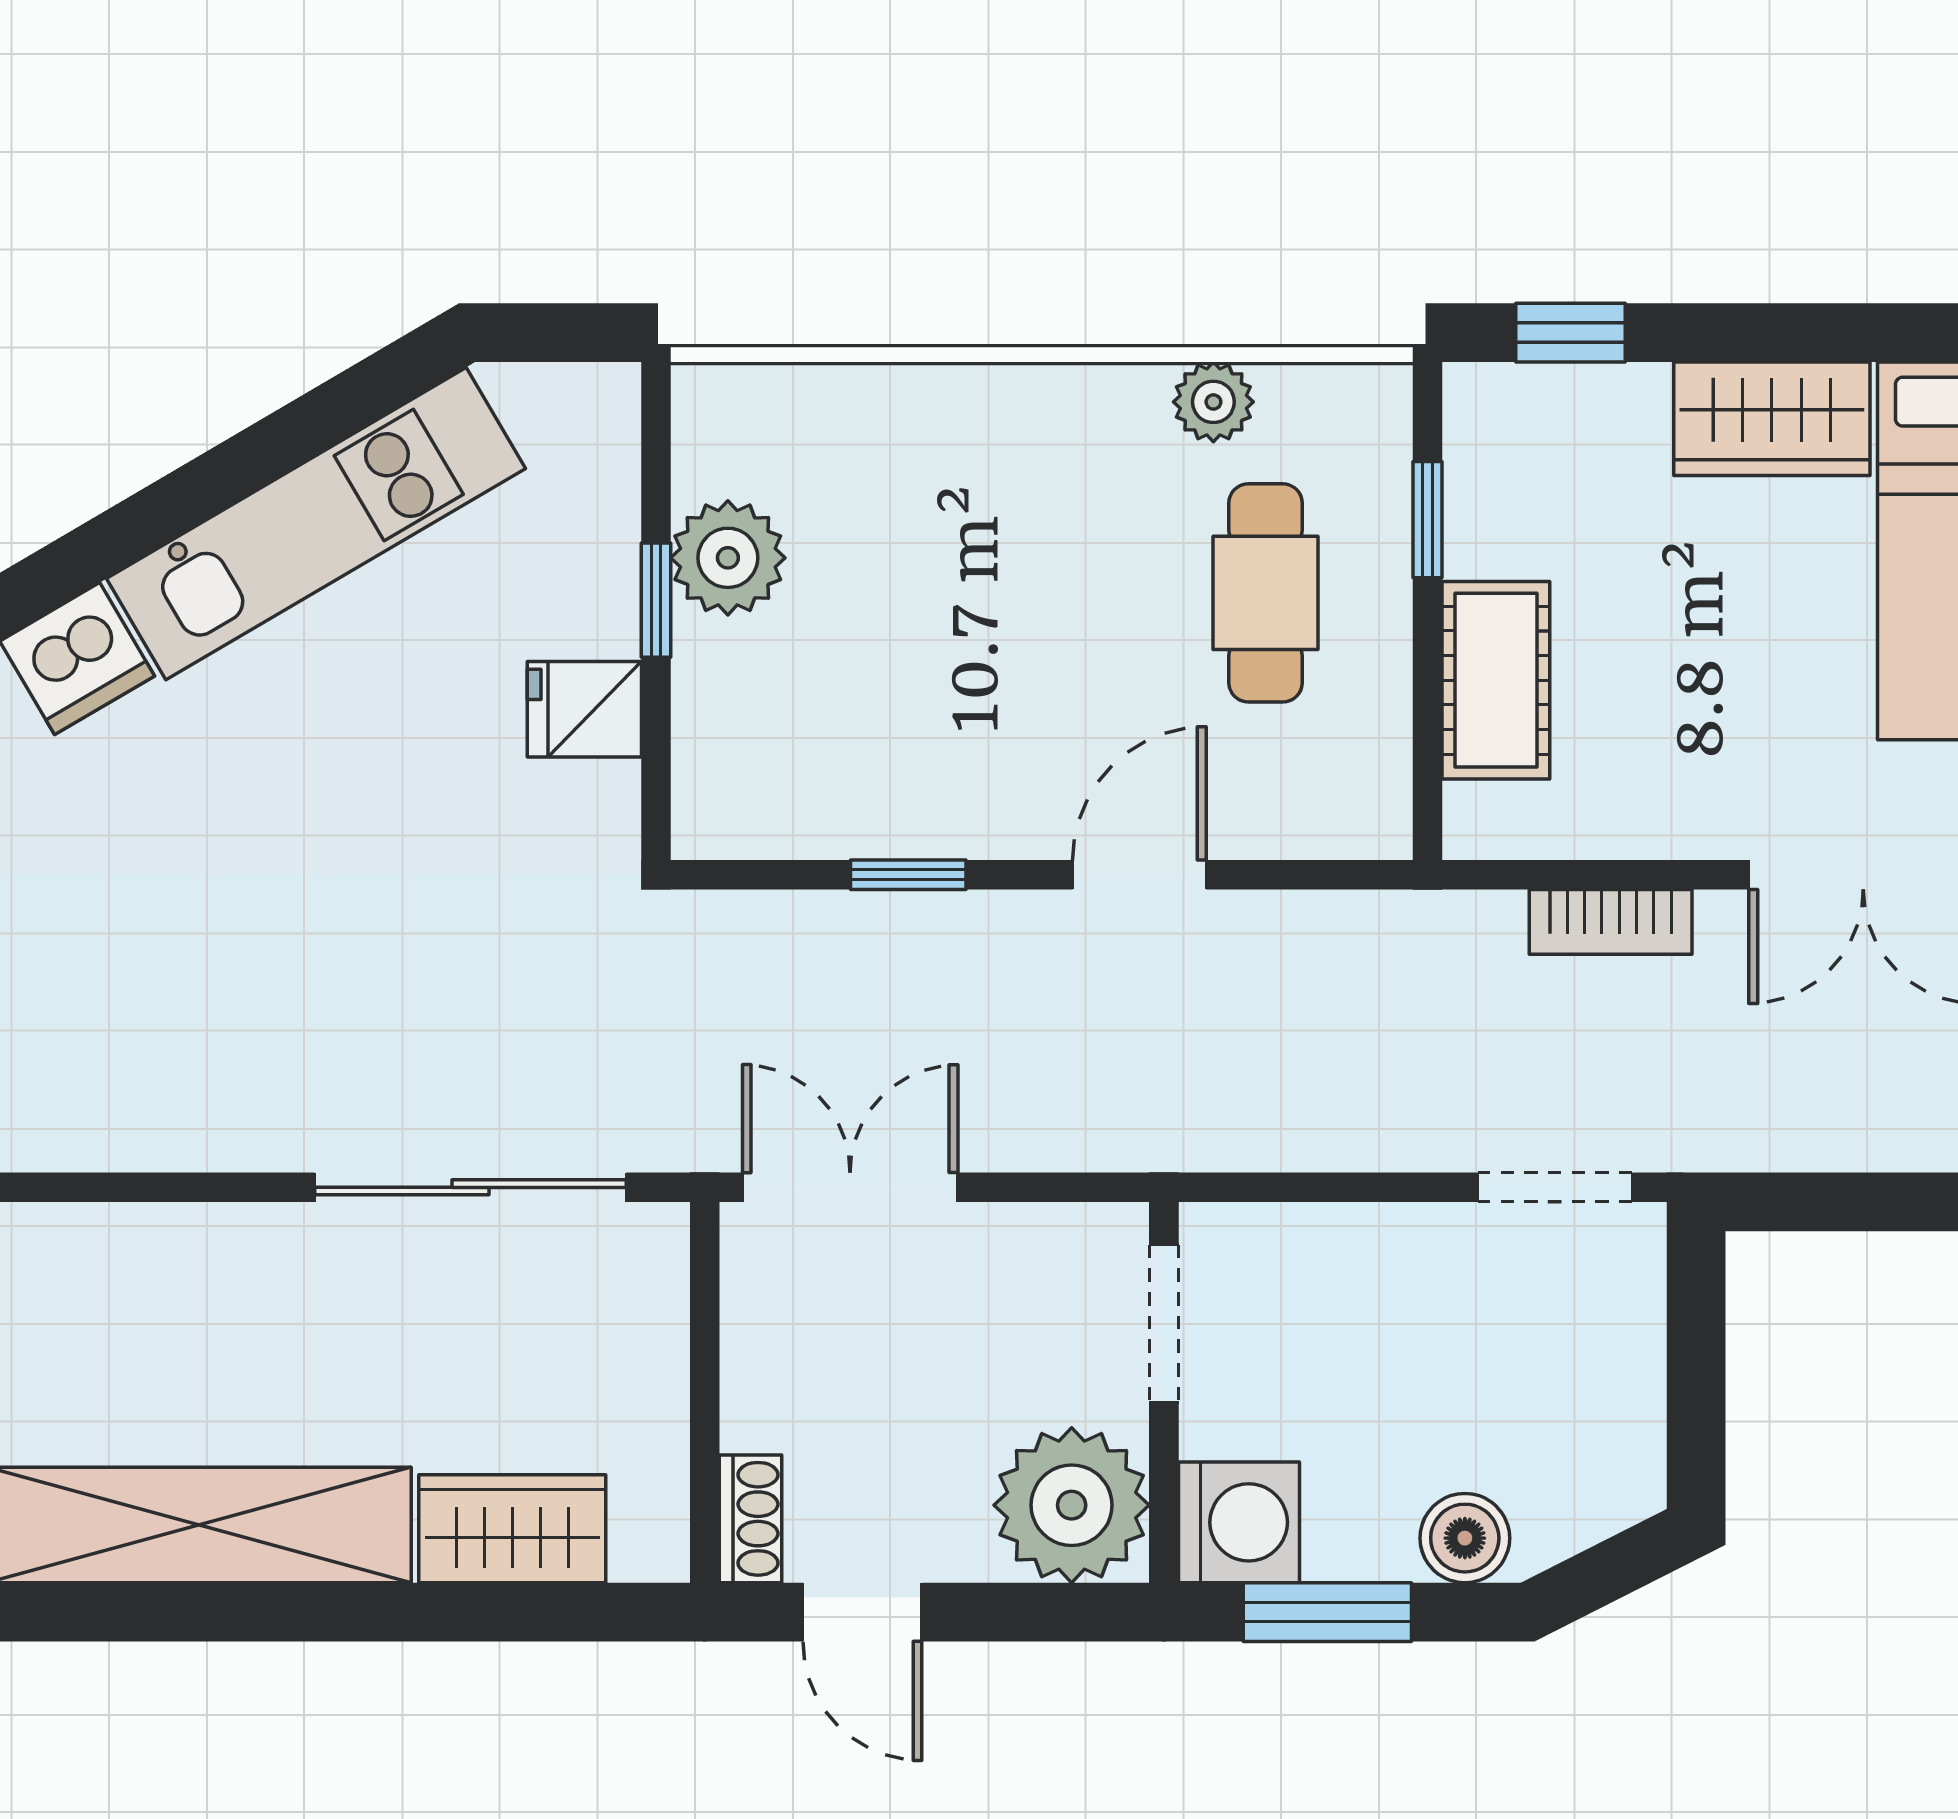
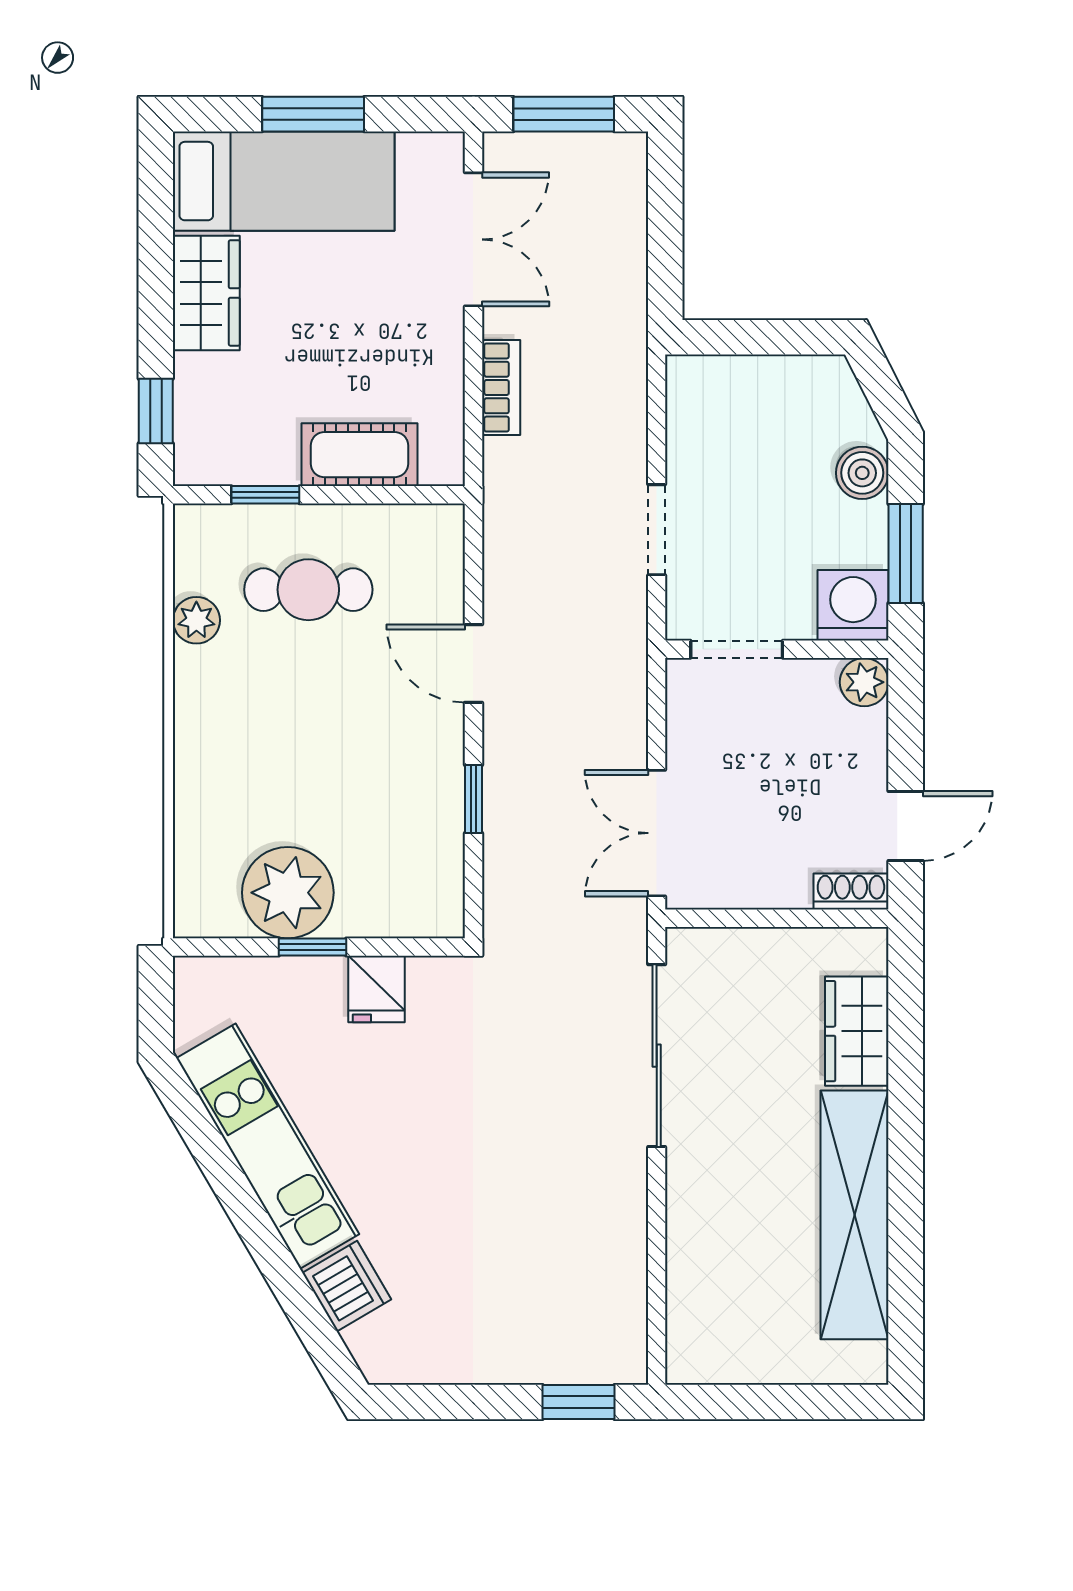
plant: (728, 558) -> (288, 893), width x1.36, depth x1.36
doorway: (1555, 1187) -> (657, 530), moved
plant: (1072, 1505) -> (864, 682), width x0.53, depth x0.53

